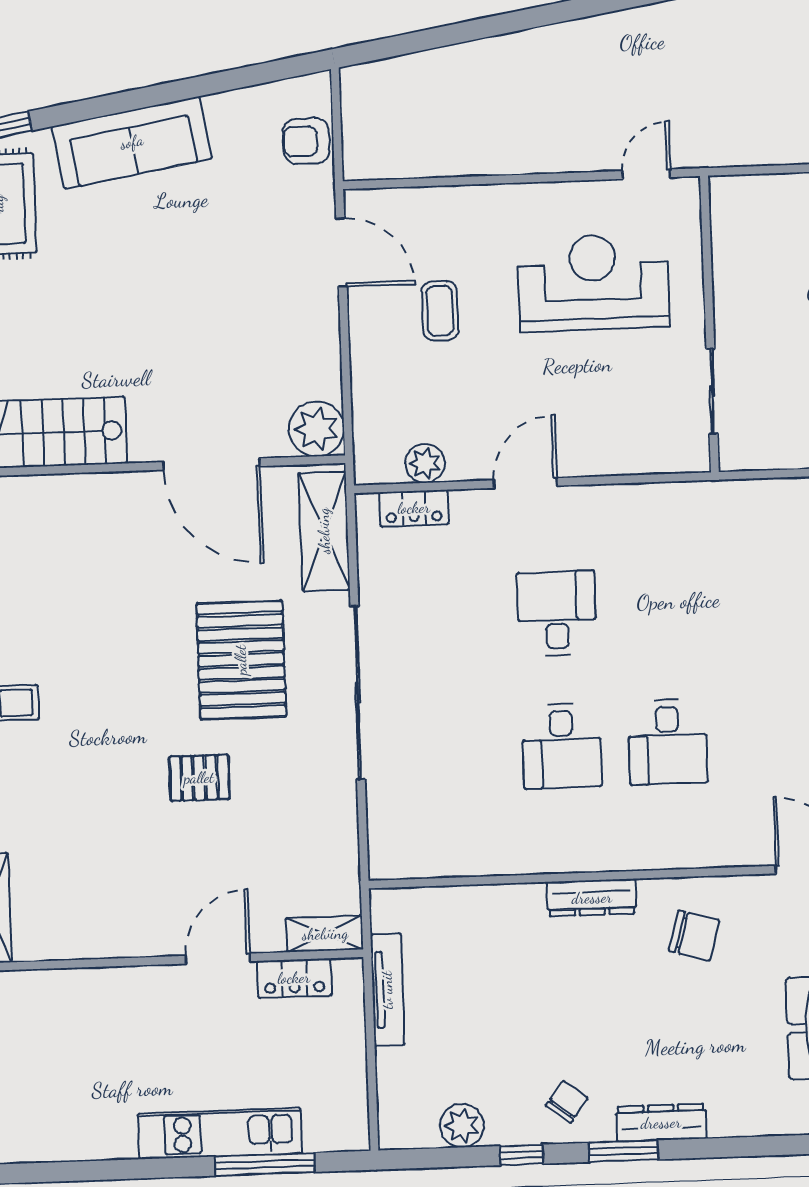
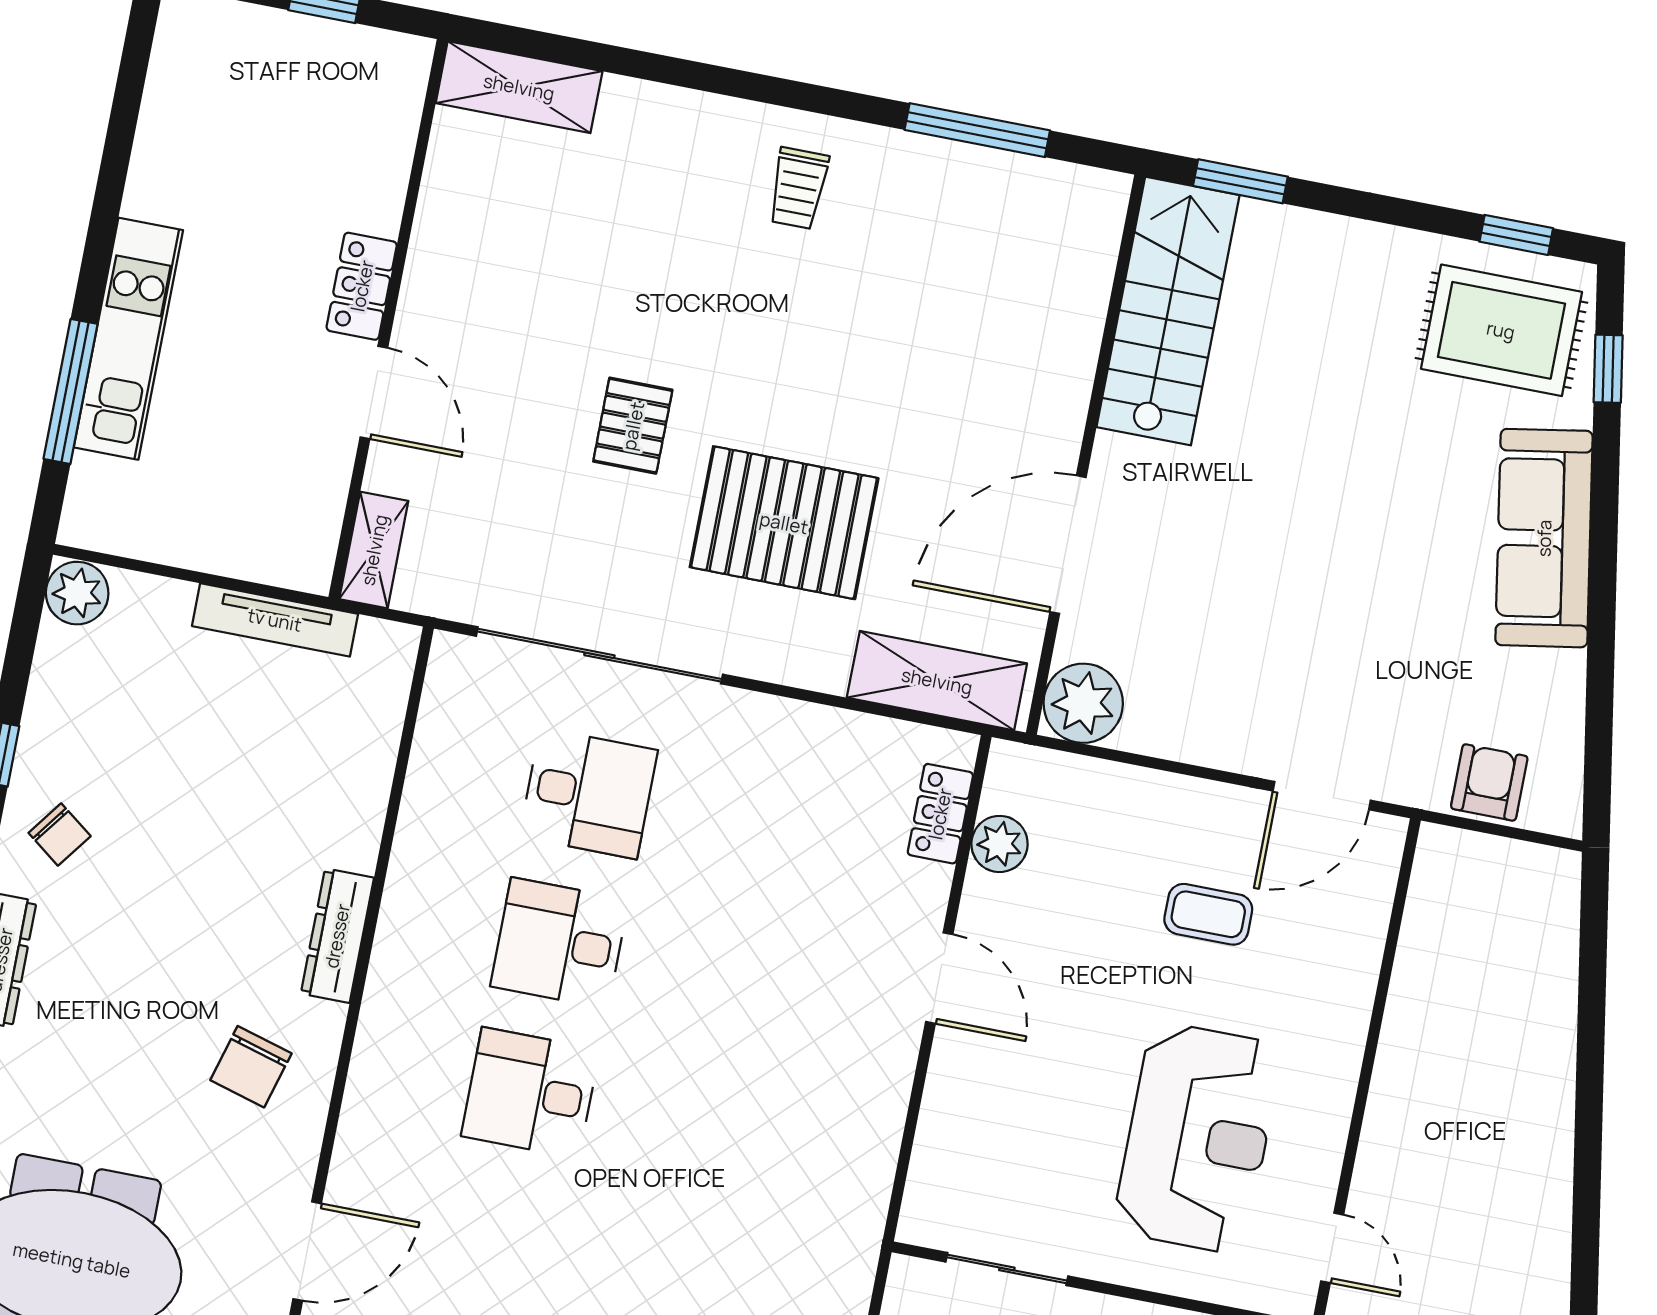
desk: (557, 613) -> (589, 793), moved
sliding door: (358, 693) -> (599, 655), moved
locker: (294, 978) -> (362, 286), moved
plant: (462, 1126) -> (77, 593), moved

